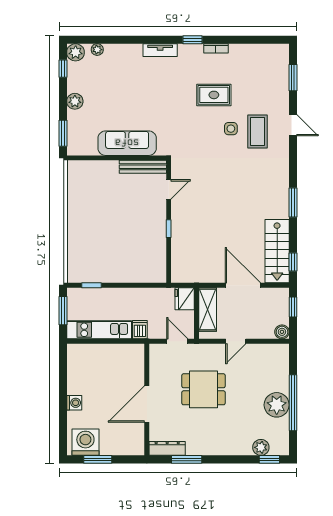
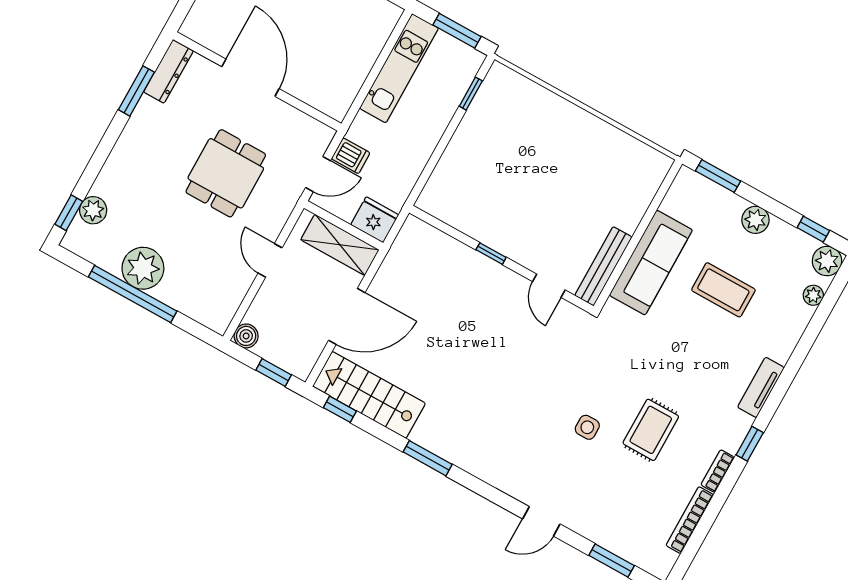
bookcase: (249, 49) -> (690, 520), added
coffee table: (257, 132) -> (723, 290), moved
dishwasher: (140, 330) -> (351, 156), moved

